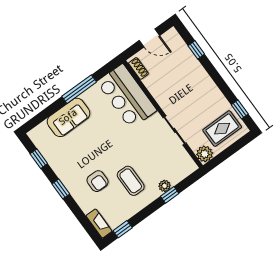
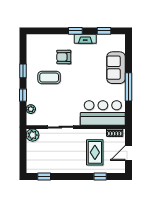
rug: (222, 129) -> (95, 152), moved
plant: (165, 186) -> (31, 109), moved
fireplace: (99, 223) -> (85, 39), moved
window: (123, 229) -> (23, 71), moved

